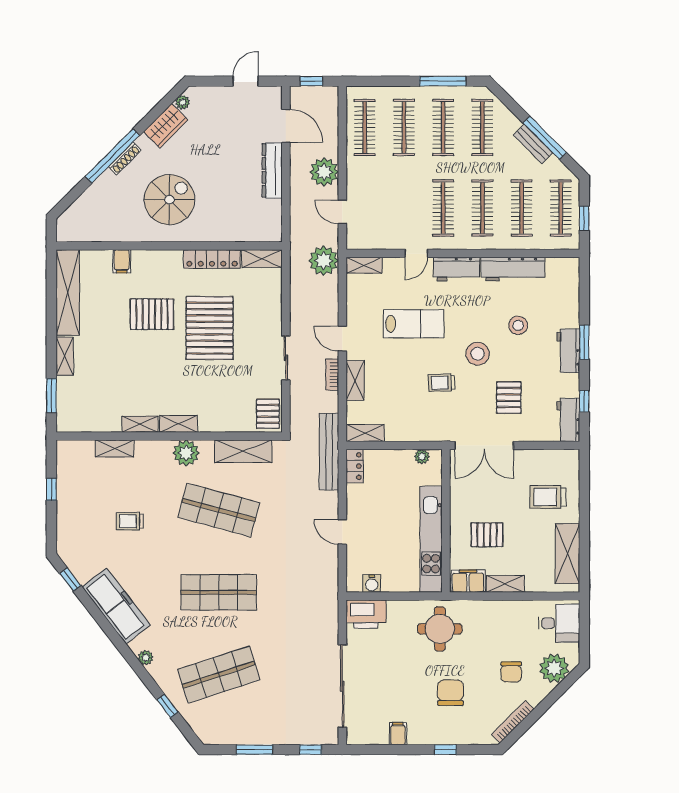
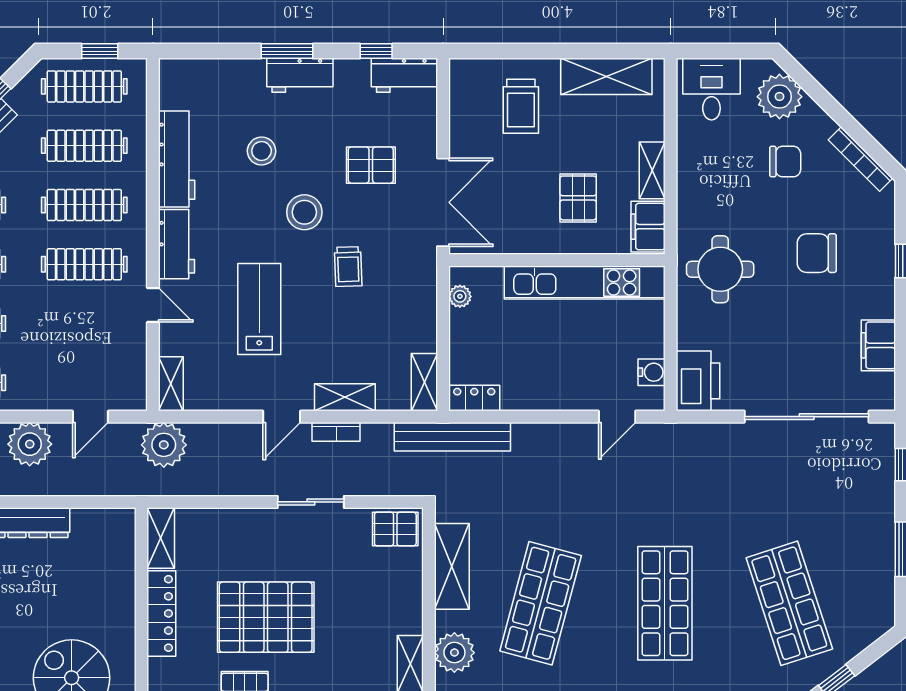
door: (342, 532) -> (617, 417), moved
filing cabinet: (398, 734) -> (878, 345), width x2.00

